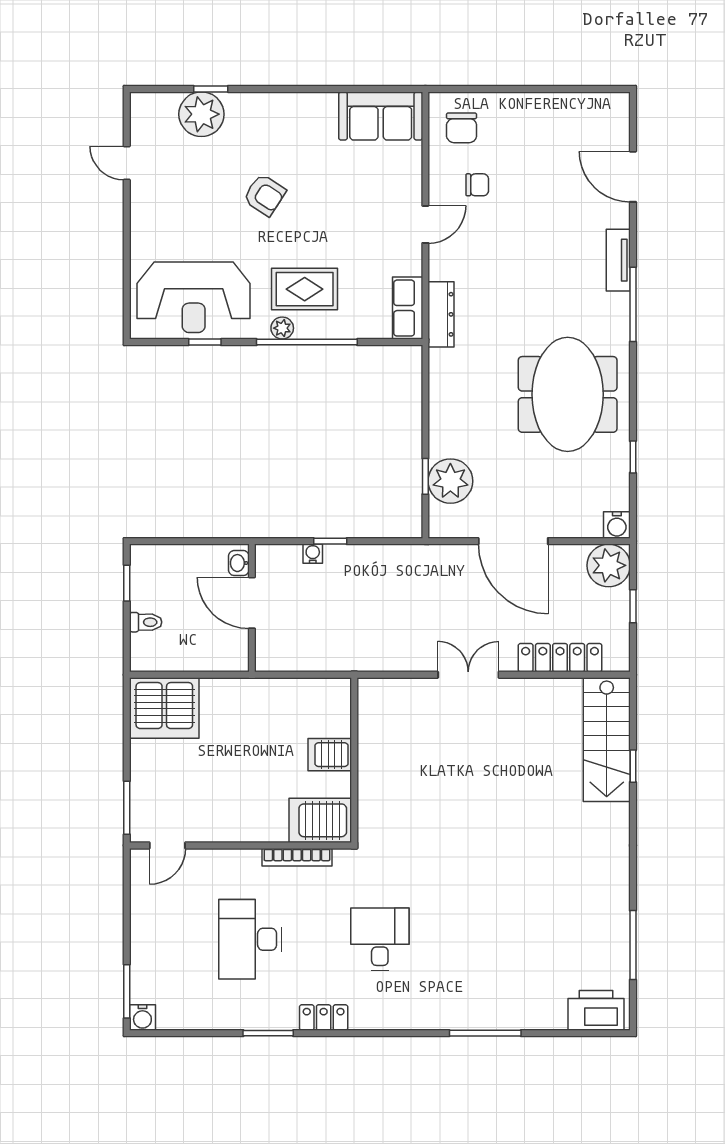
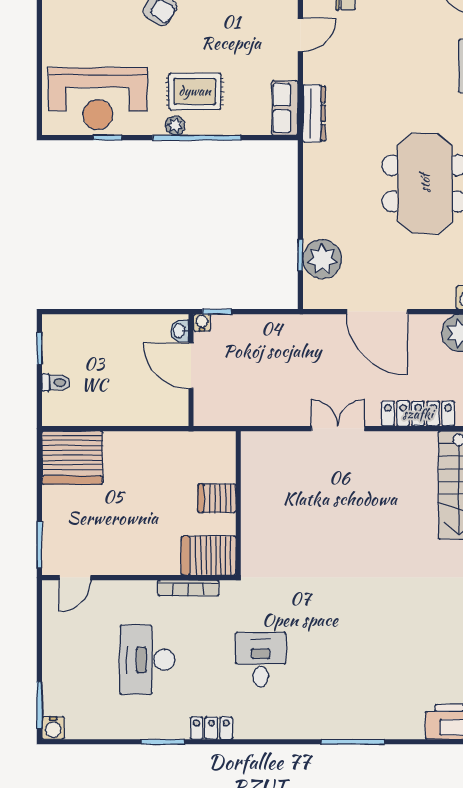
washbasin: (239, 563) -> (180, 331), moved
door: (252, 603) -> (191, 366), moved
wall: (252, 608) -> (191, 370), moved

